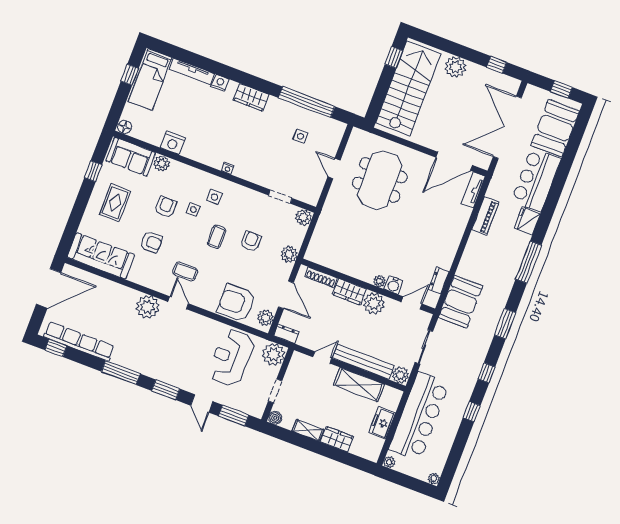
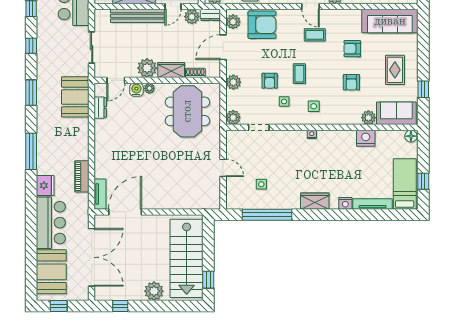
meeting table: (380, 180) -> (187, 111), moved
side table: (193, 209) -> (284, 101), moved
shoe rack: (321, 277) -> (195, 73), width x0.70
door: (286, 295) -> (223, 47), hinge flipped
plant: (400, 375) -> (192, 17), moved

